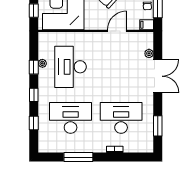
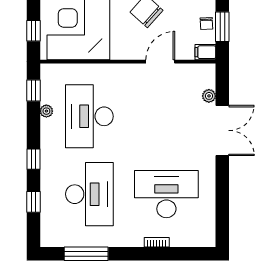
window: (34, 67) -> (33, 91), moved
desk: (71, 118) -> (89, 194), turned 90
window: (158, 126) -> (222, 206), removed
window: (78, 157) -> (86, 254), moved

